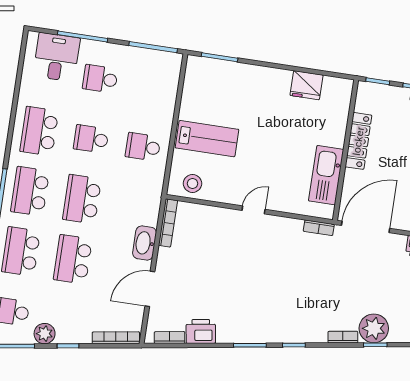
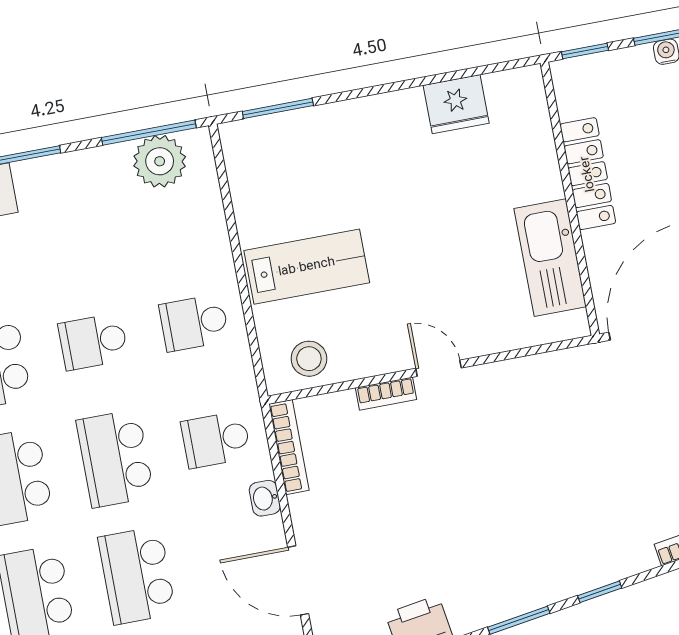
plant: (154, 63) -> (160, 161), added
school desk: (100, 79) -> (216, 440), moved
door: (254, 210) -> (439, 368), hinge flipped
bookcase: (319, 228) -> (386, 394), moved
washbasin: (145, 243) -> (265, 498), width x0.52, depth x0.69
door: (150, 289) -> (298, 580), hinge flipped

